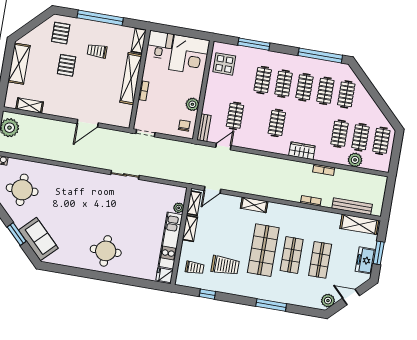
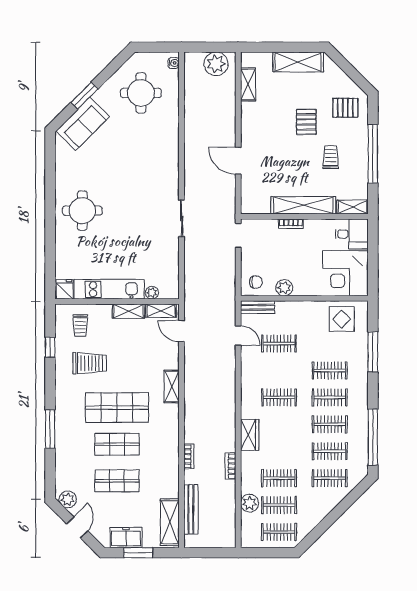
pallet: (67, 65) -> (306, 122), turned 90
trolley: (225, 265) -> (90, 363), turned -90

